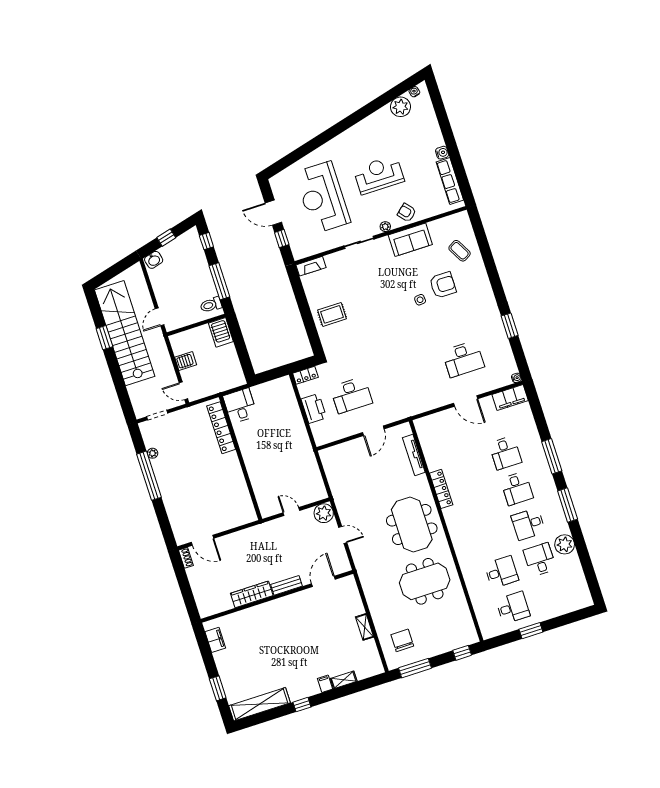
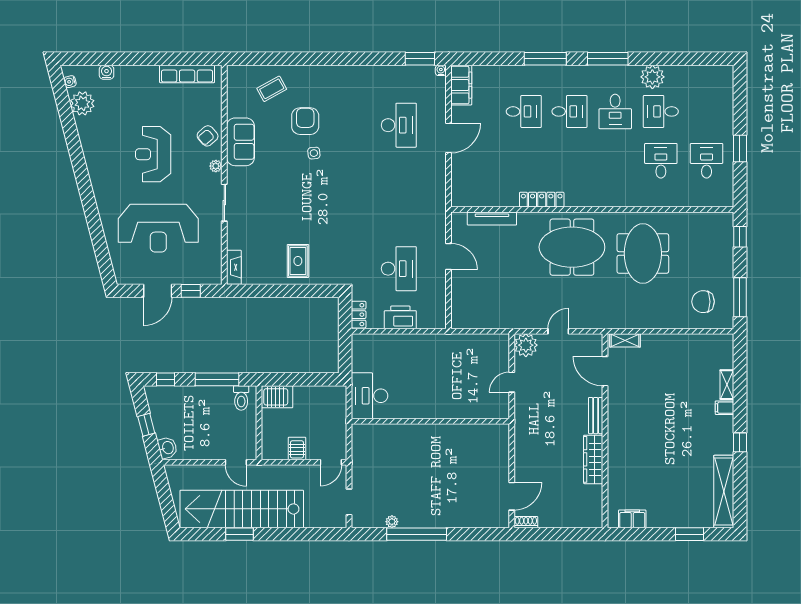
water cooler: (442, 153) -> (107, 72), moved
window: (510, 326) -> (420, 59), moved
desk: (240, 406) -> (370, 396), width x1.37
locker: (221, 428) -> (388, 432), removed
shelving: (365, 627) -> (625, 340), moved

